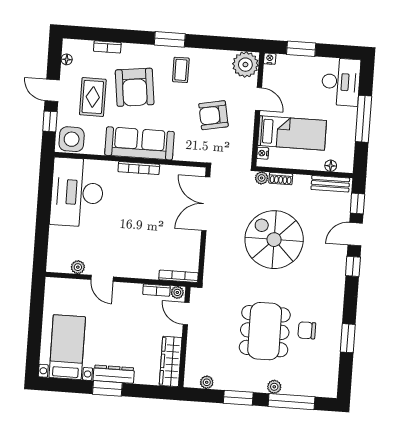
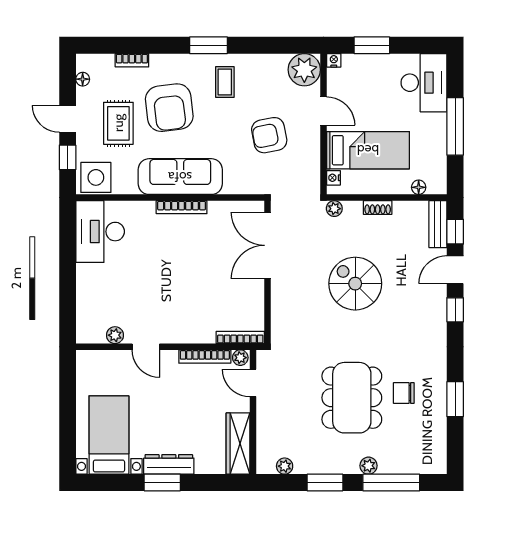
shoe rack: (281, 179) -> (378, 208), moved
bench: (330, 184) -> (438, 224), moved, turned 90
desk: (77, 192) -> (100, 232), width x0.73, depth x0.77
spiral stairs: (274, 240) -> (355, 284), width x0.73, depth x0.73
bookcase: (156, 290) -> (205, 357), width x1.56

